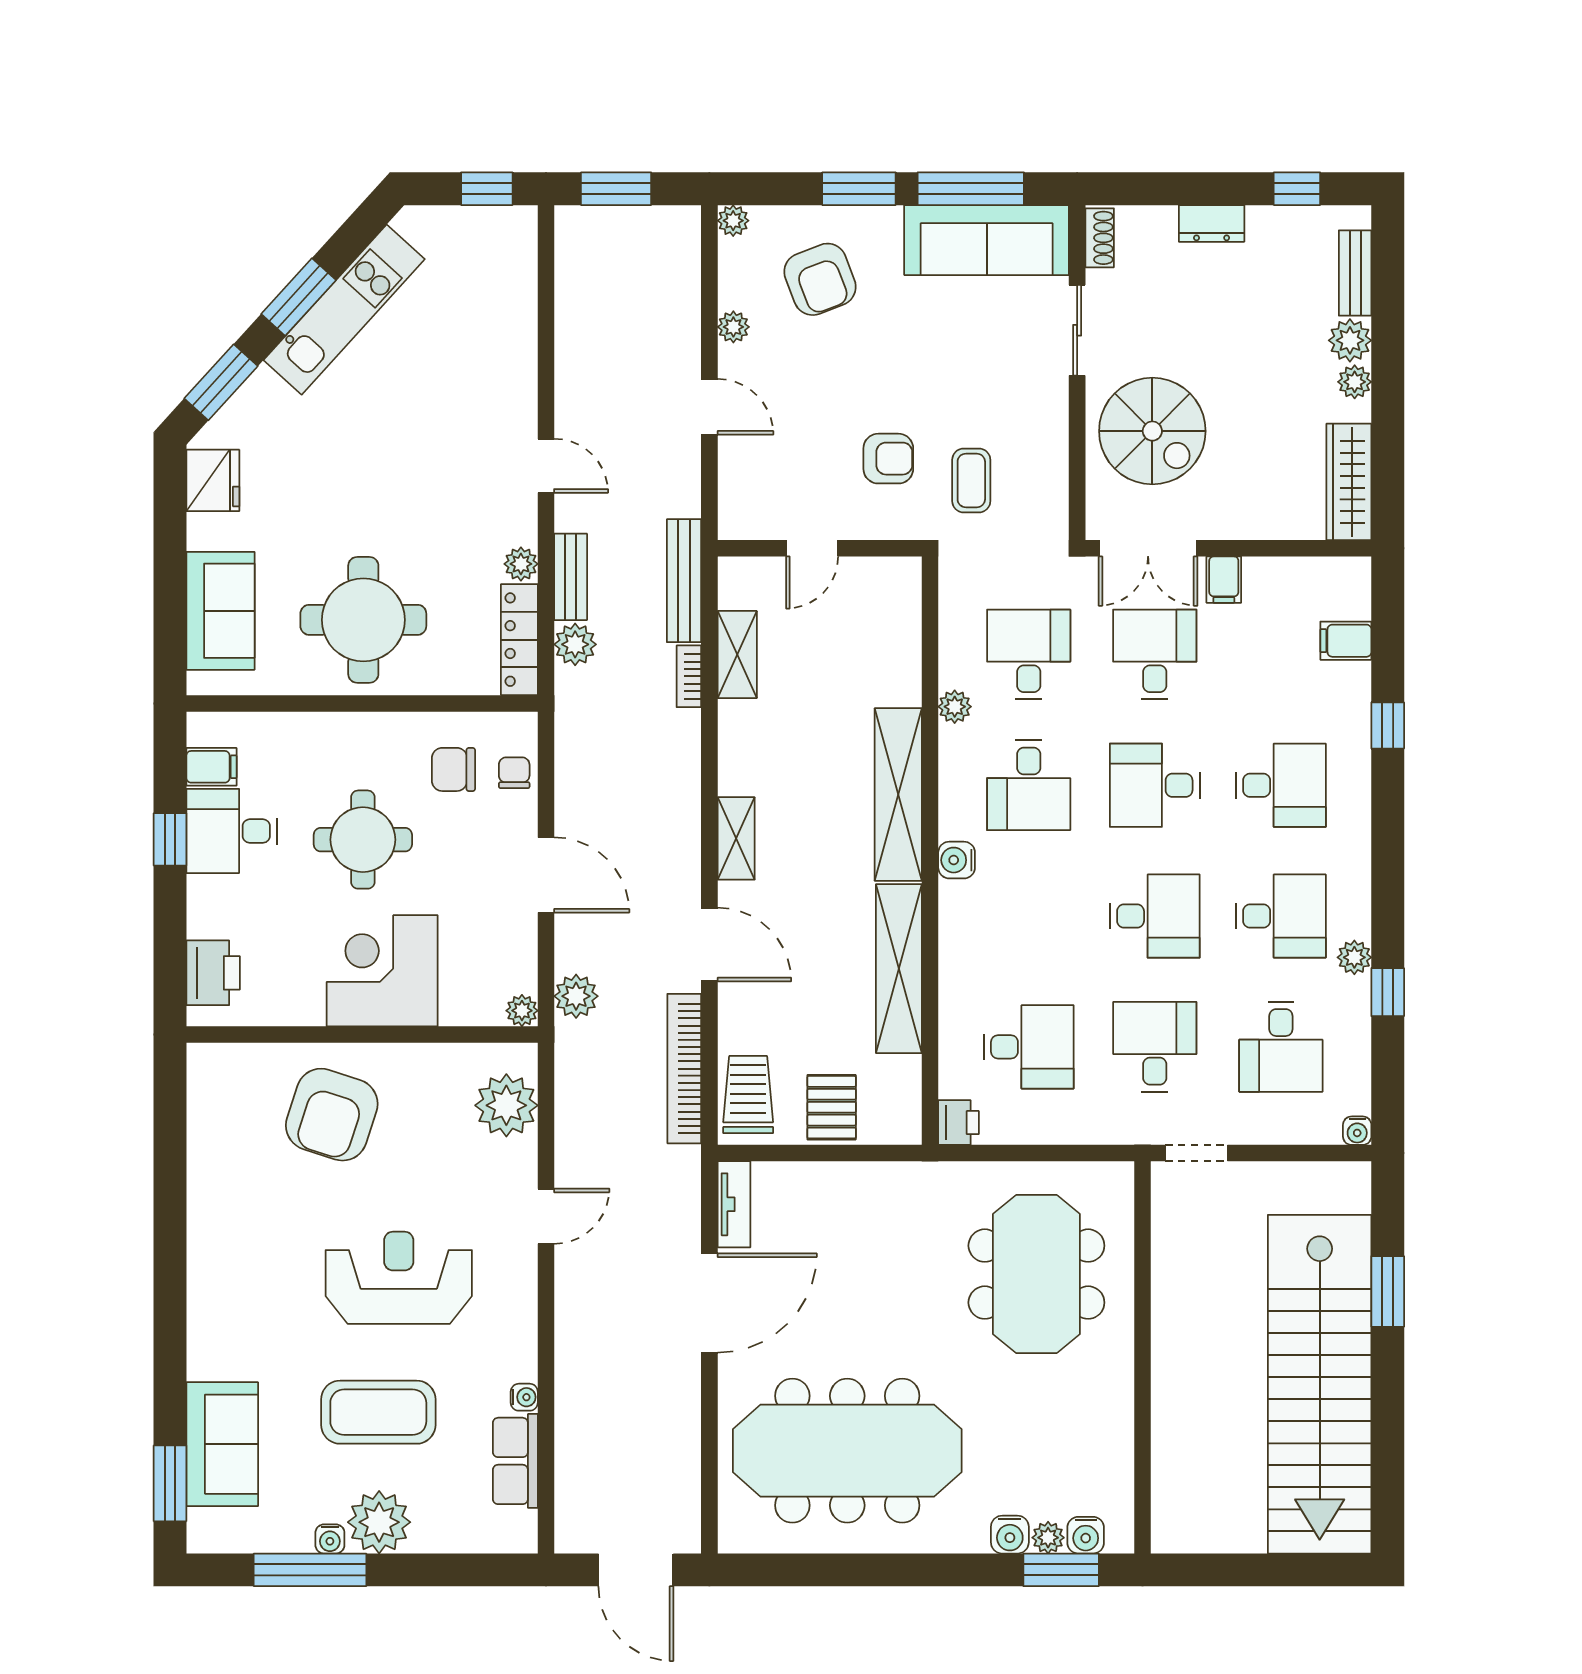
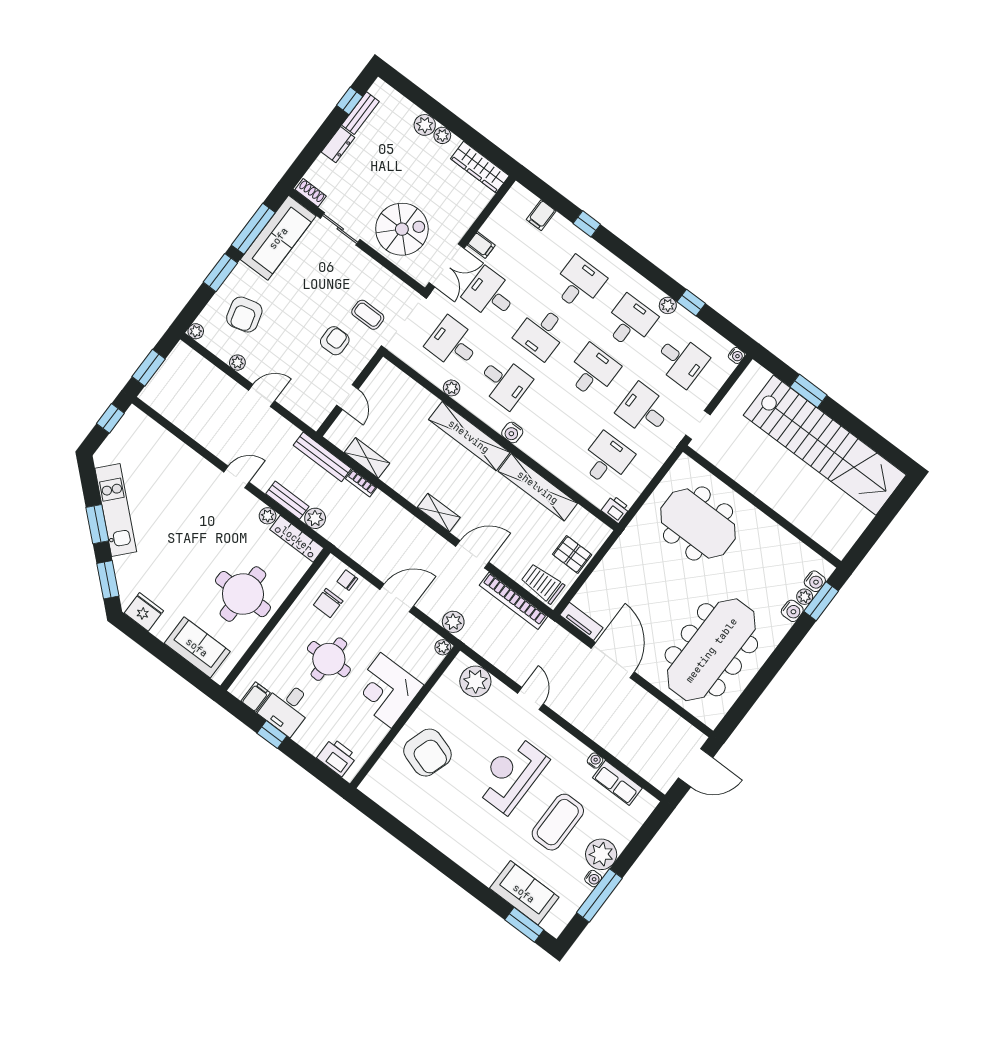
bench: (1355, 273) -> (360, 113), moved, turned 90
armchair: (820, 279) -> (244, 315), turned 96

